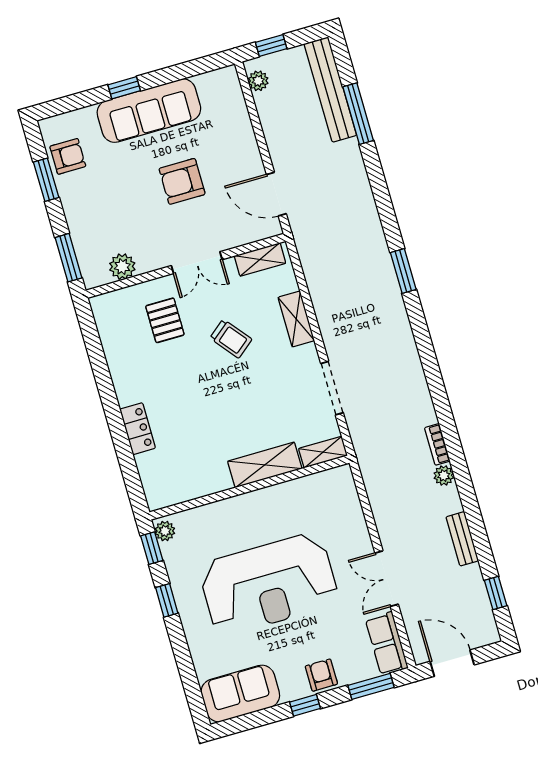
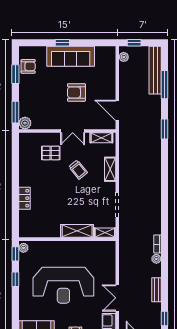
plant: (122, 267) -> (25, 123), moved
window: (403, 271) -> (165, 129), moved
pallet: (165, 320) -> (51, 153), turned 90

